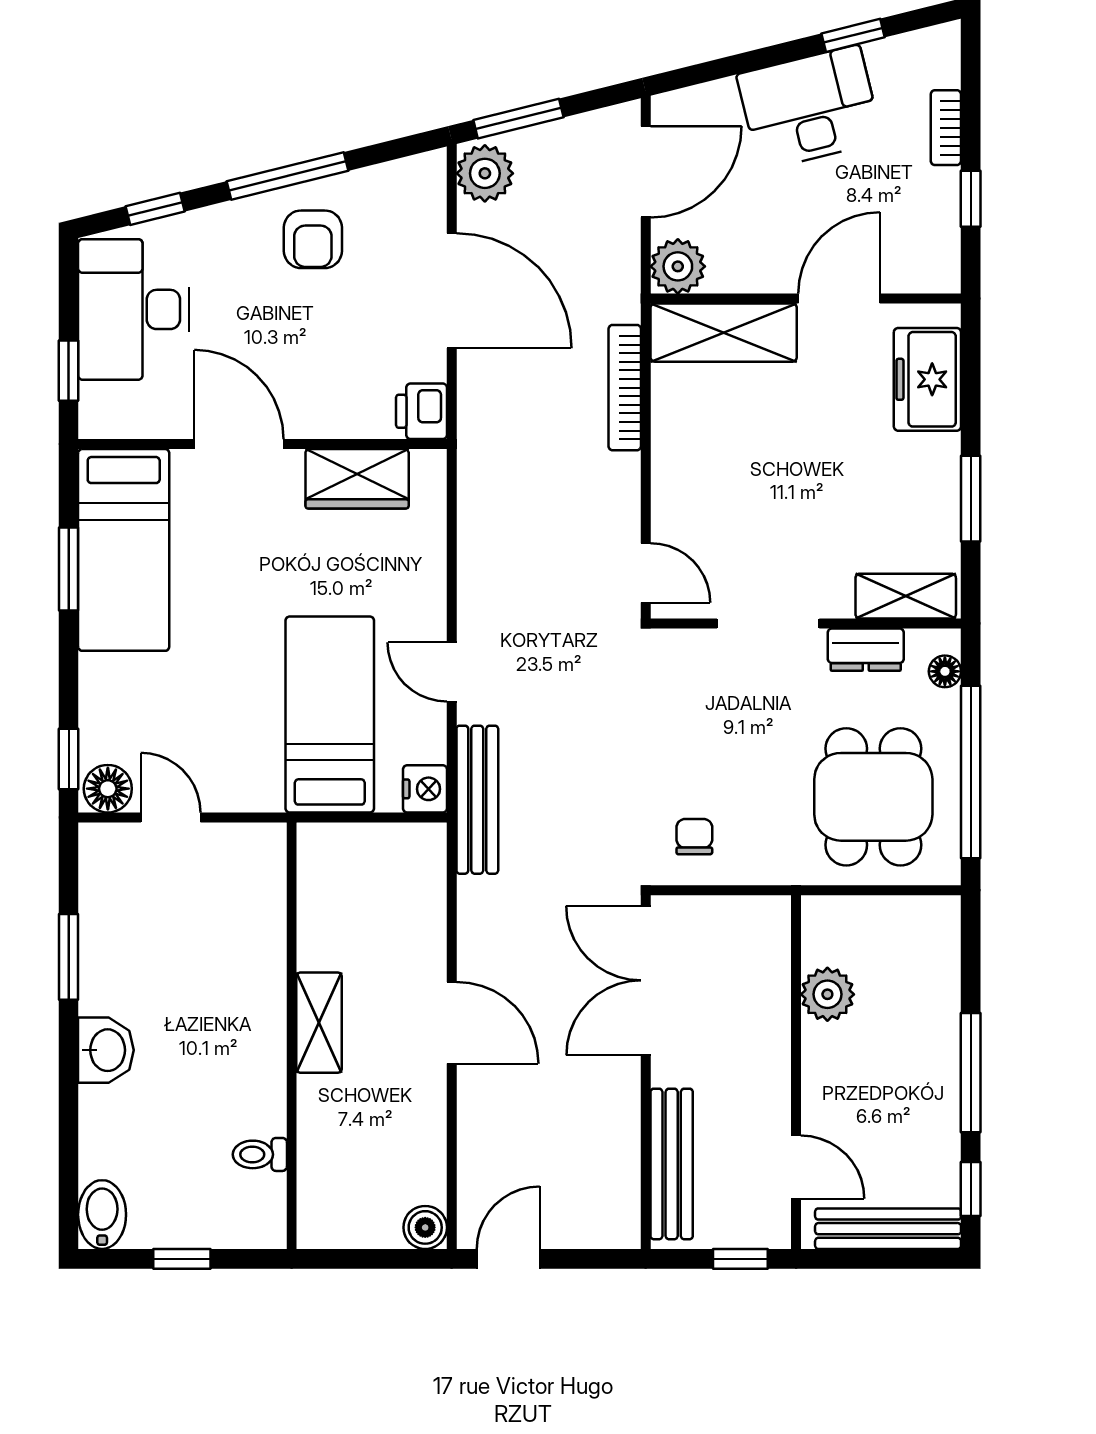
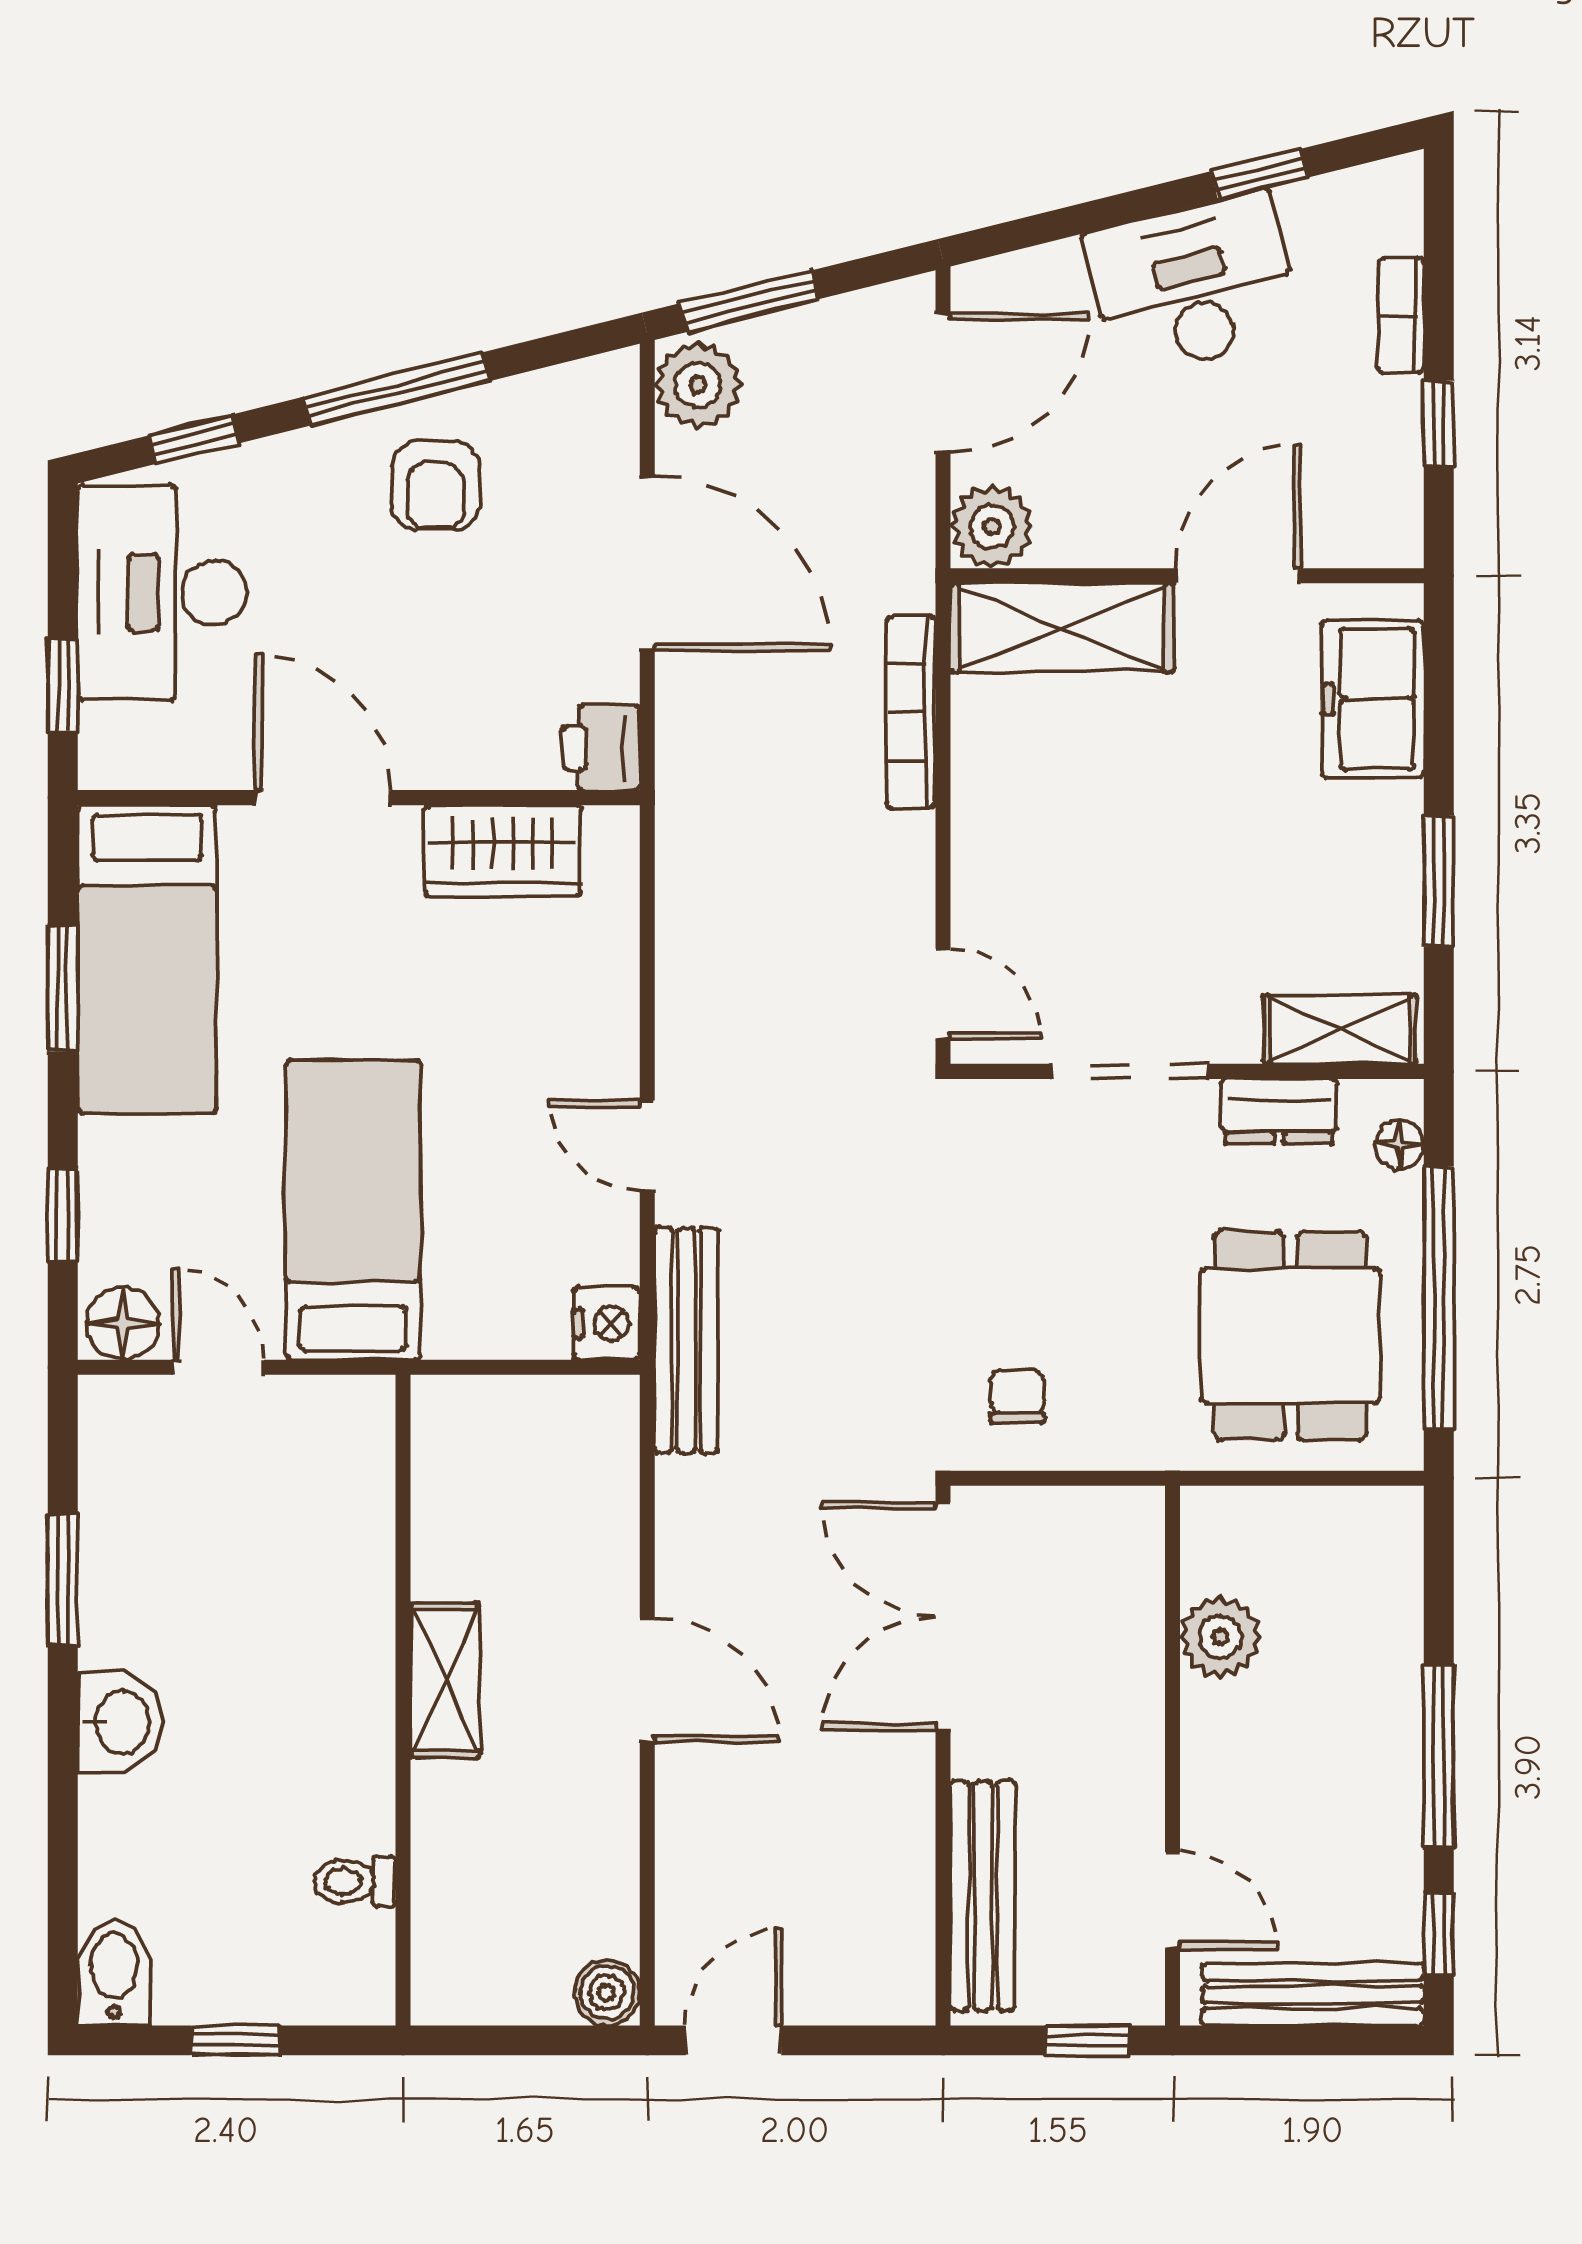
bed: (330, 714) -> (353, 1210), moved
window: (69, 759) -> (63, 1215), moved

